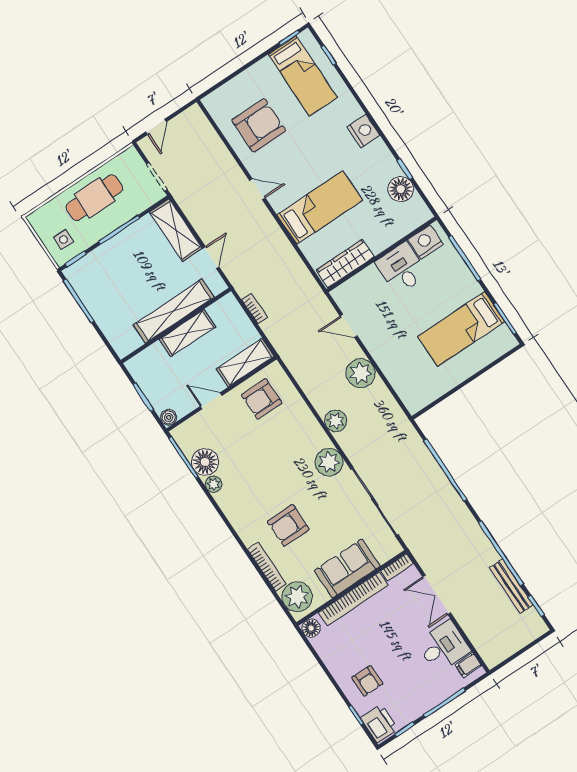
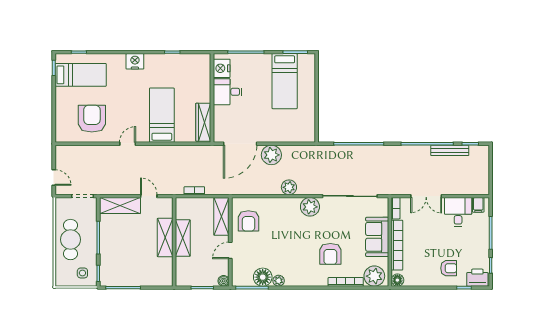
floor lamp: (401, 189) -> (182, 62), removed
shelving: (174, 311) -> (165, 237), width x0.68
door: (349, 326) -> (240, 144), width x1.88

